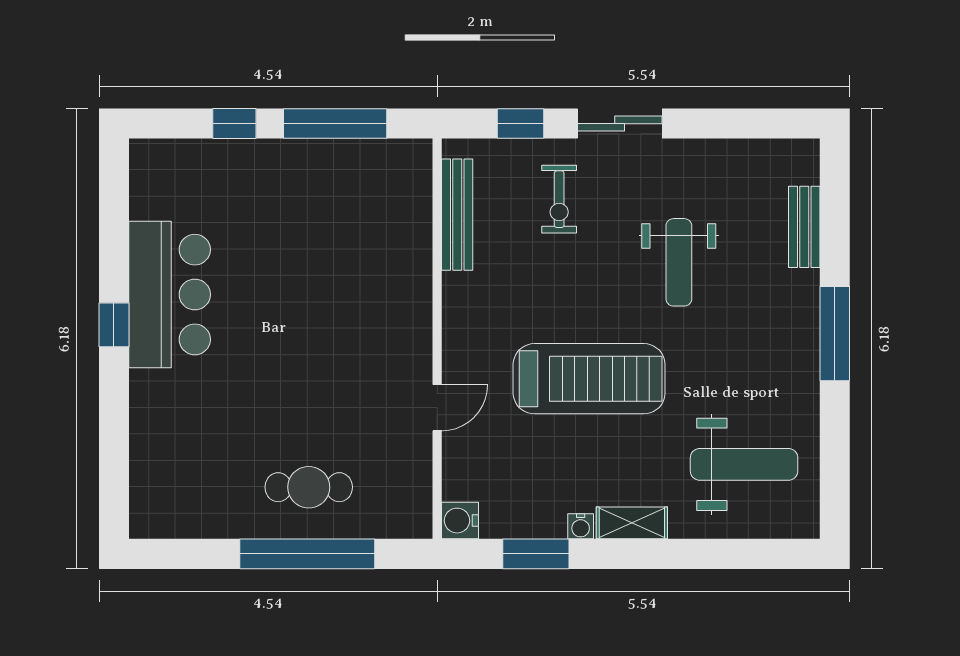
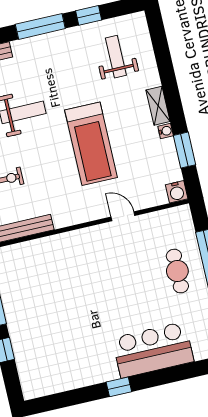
bar counter: (170, 295) -> (153, 350), moved
treadmill: (589, 379) -> (91, 144), turned 180
window: (835, 431) -> (89, 15), added
weight bench: (744, 464) -> (116, 57), width x0.73, depth x0.75

